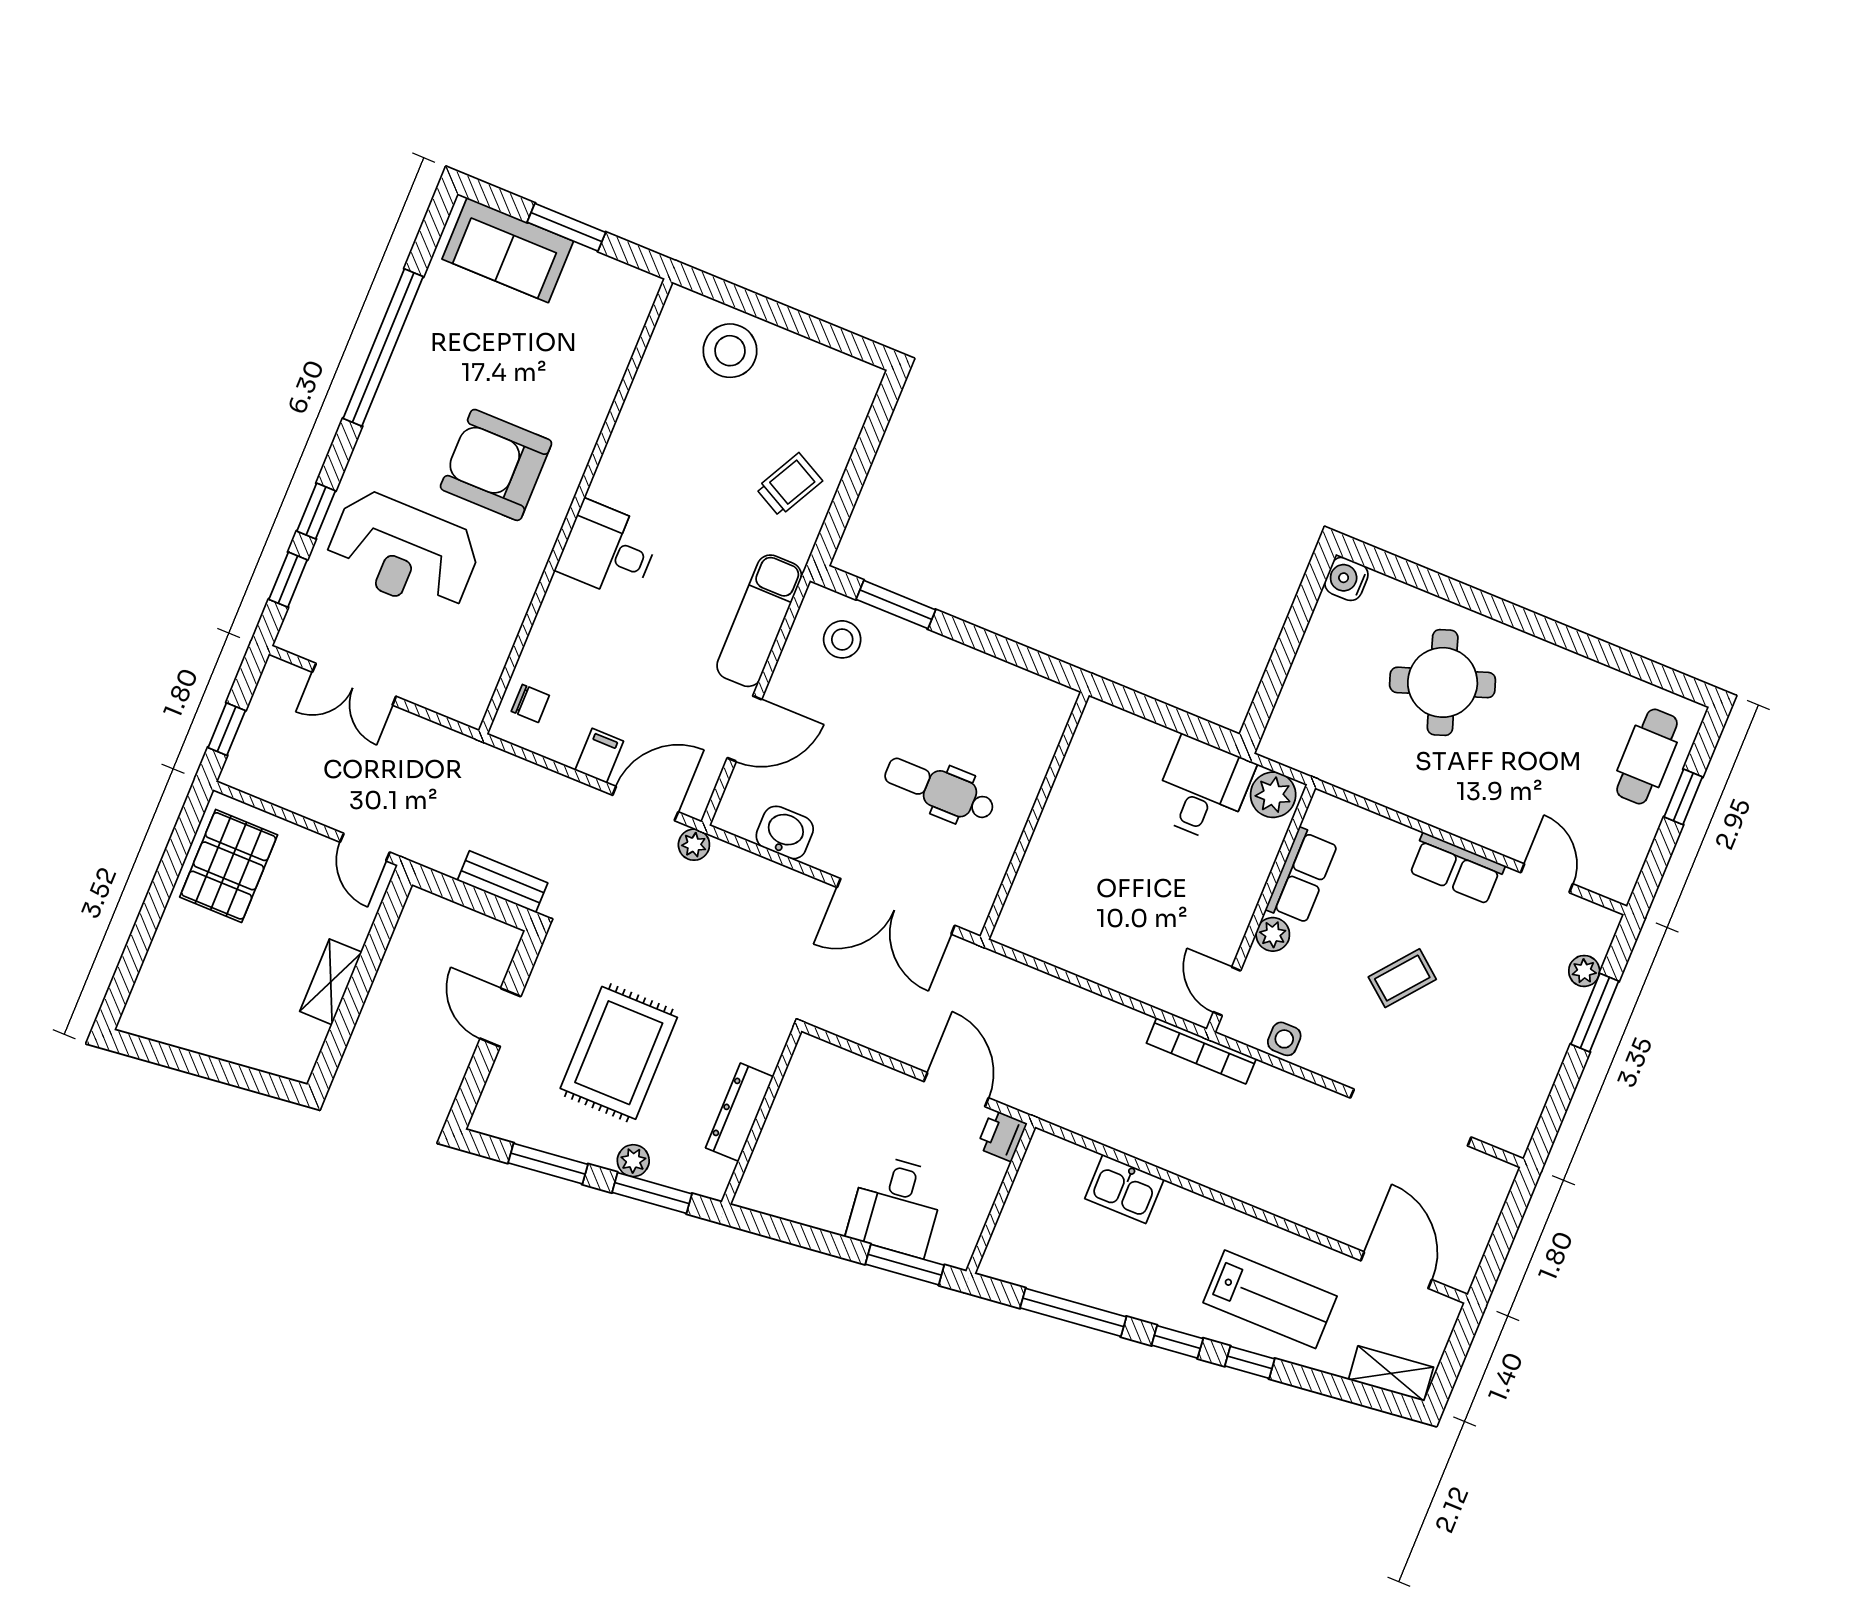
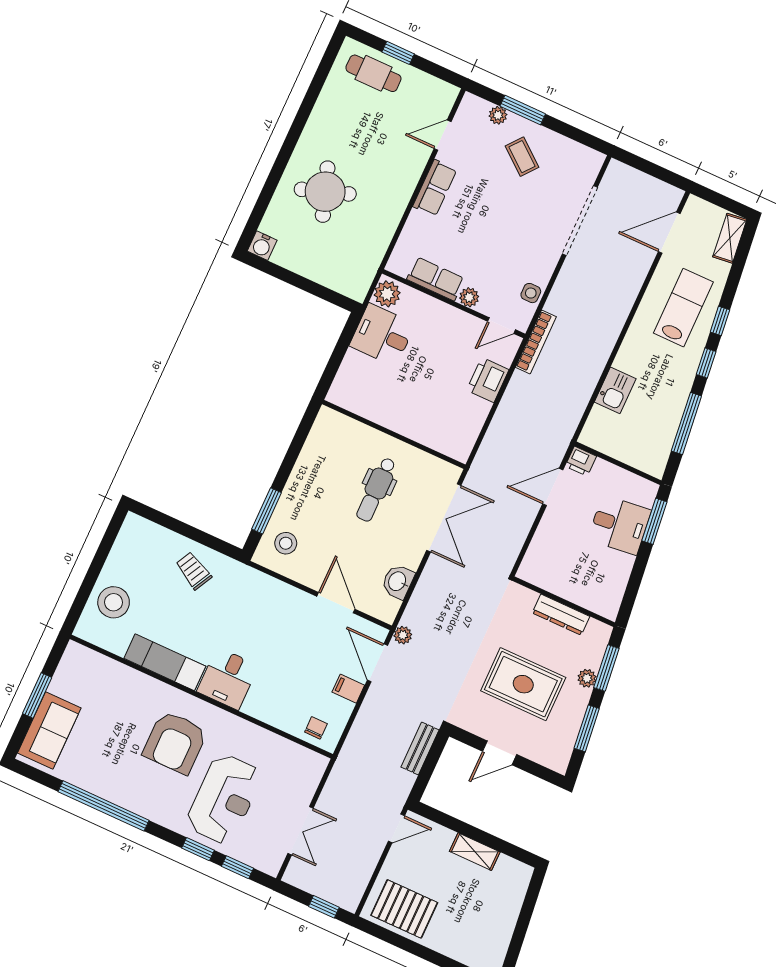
exam couch: (759, 621) -> (165, 662), moved, turned 180
printer: (1134, 972) -> (488, 380), added
coffee table: (1402, 978) -> (522, 157), moved

